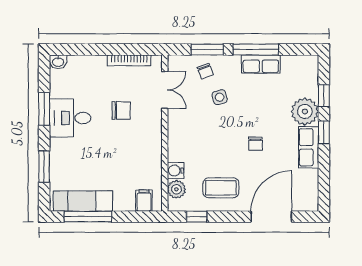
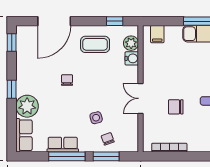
double door: (165, 90) -> (141, 98), moved
window: (324, 96) -> (12, 43), moved
row of seats: (309, 147) -> (24, 135), moved

